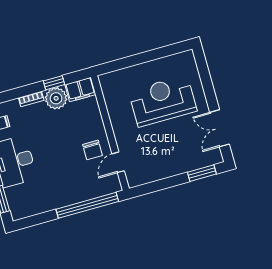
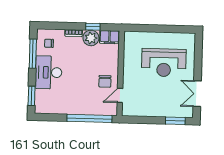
reception desk: (163, 101) -> (164, 63), turned 180

